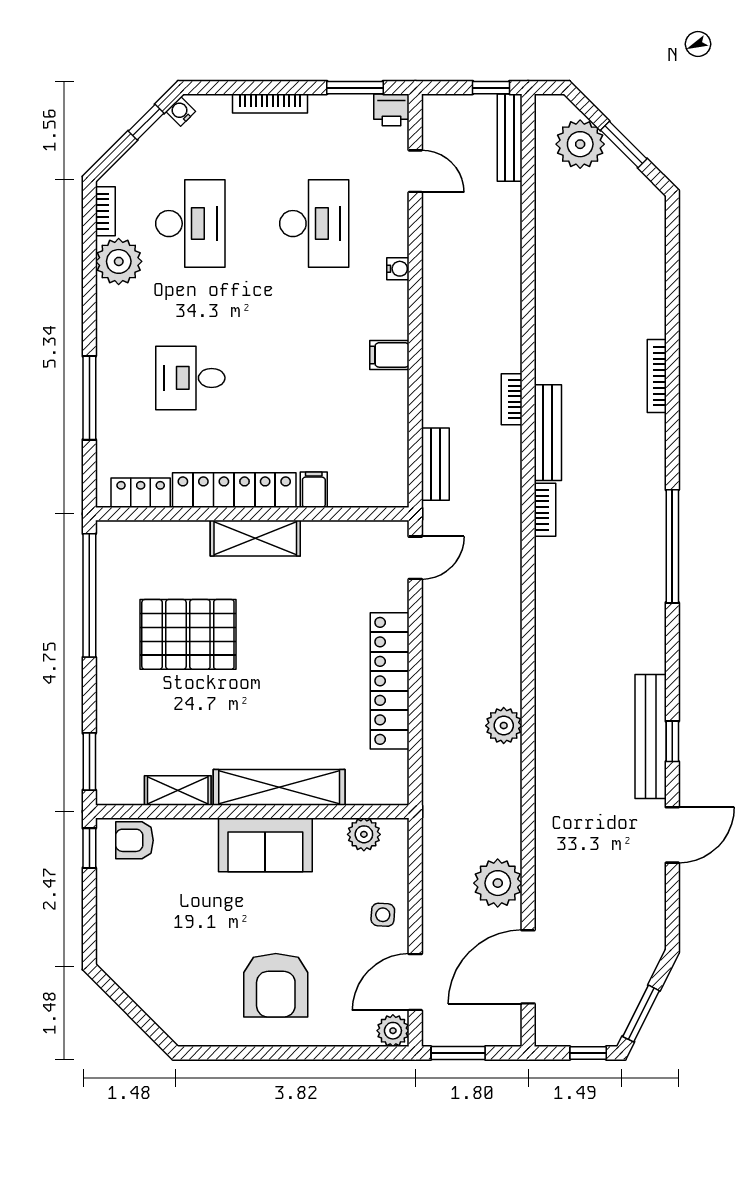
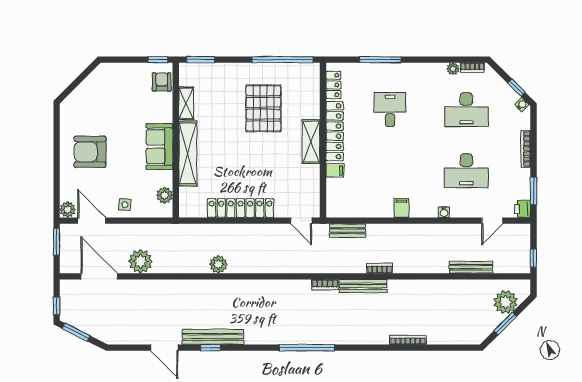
bench: (510, 138) -> (471, 267), moved
plant: (119, 261) -> (453, 69), width x0.53, depth x0.53
bookcase: (657, 376) -> (408, 340), moved

